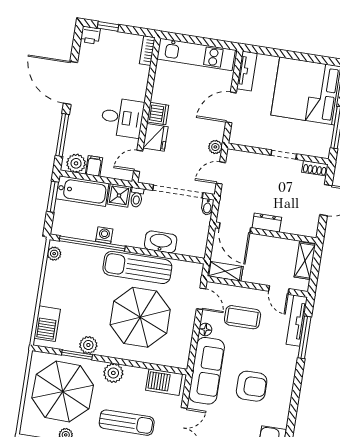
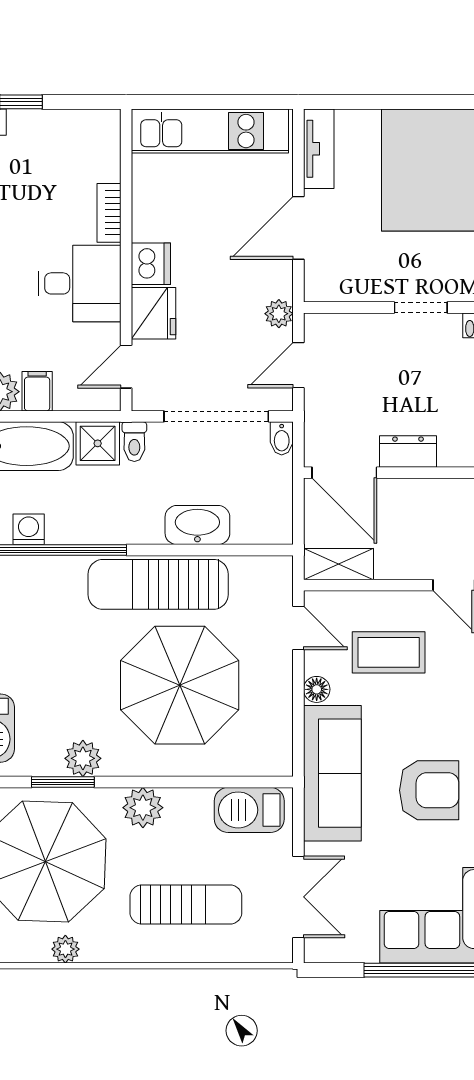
bookcase: (147, 51) -> (109, 213), moved
washing machine: (104, 235) -> (29, 529), moved

